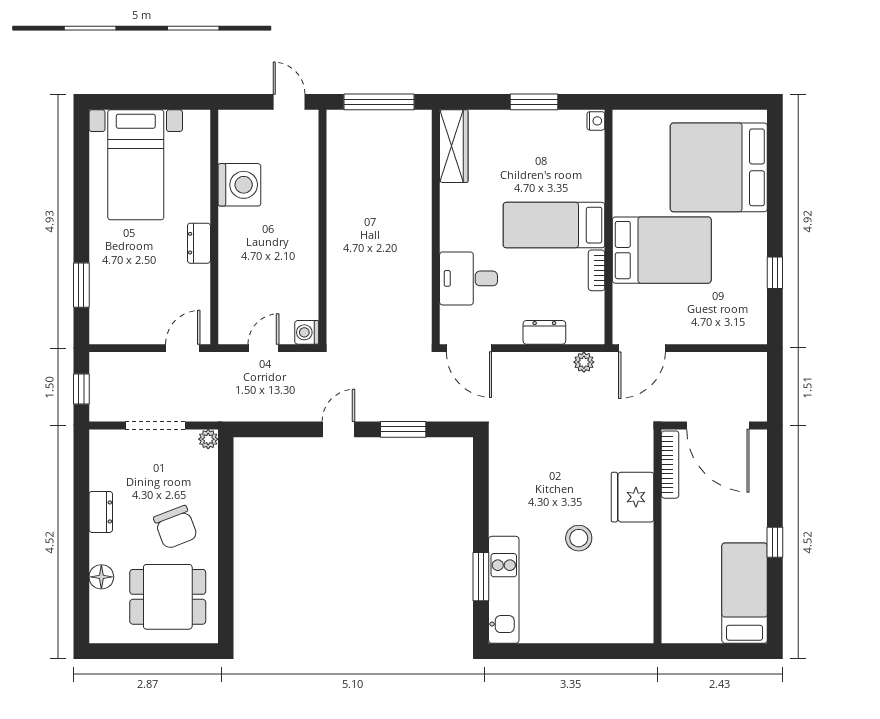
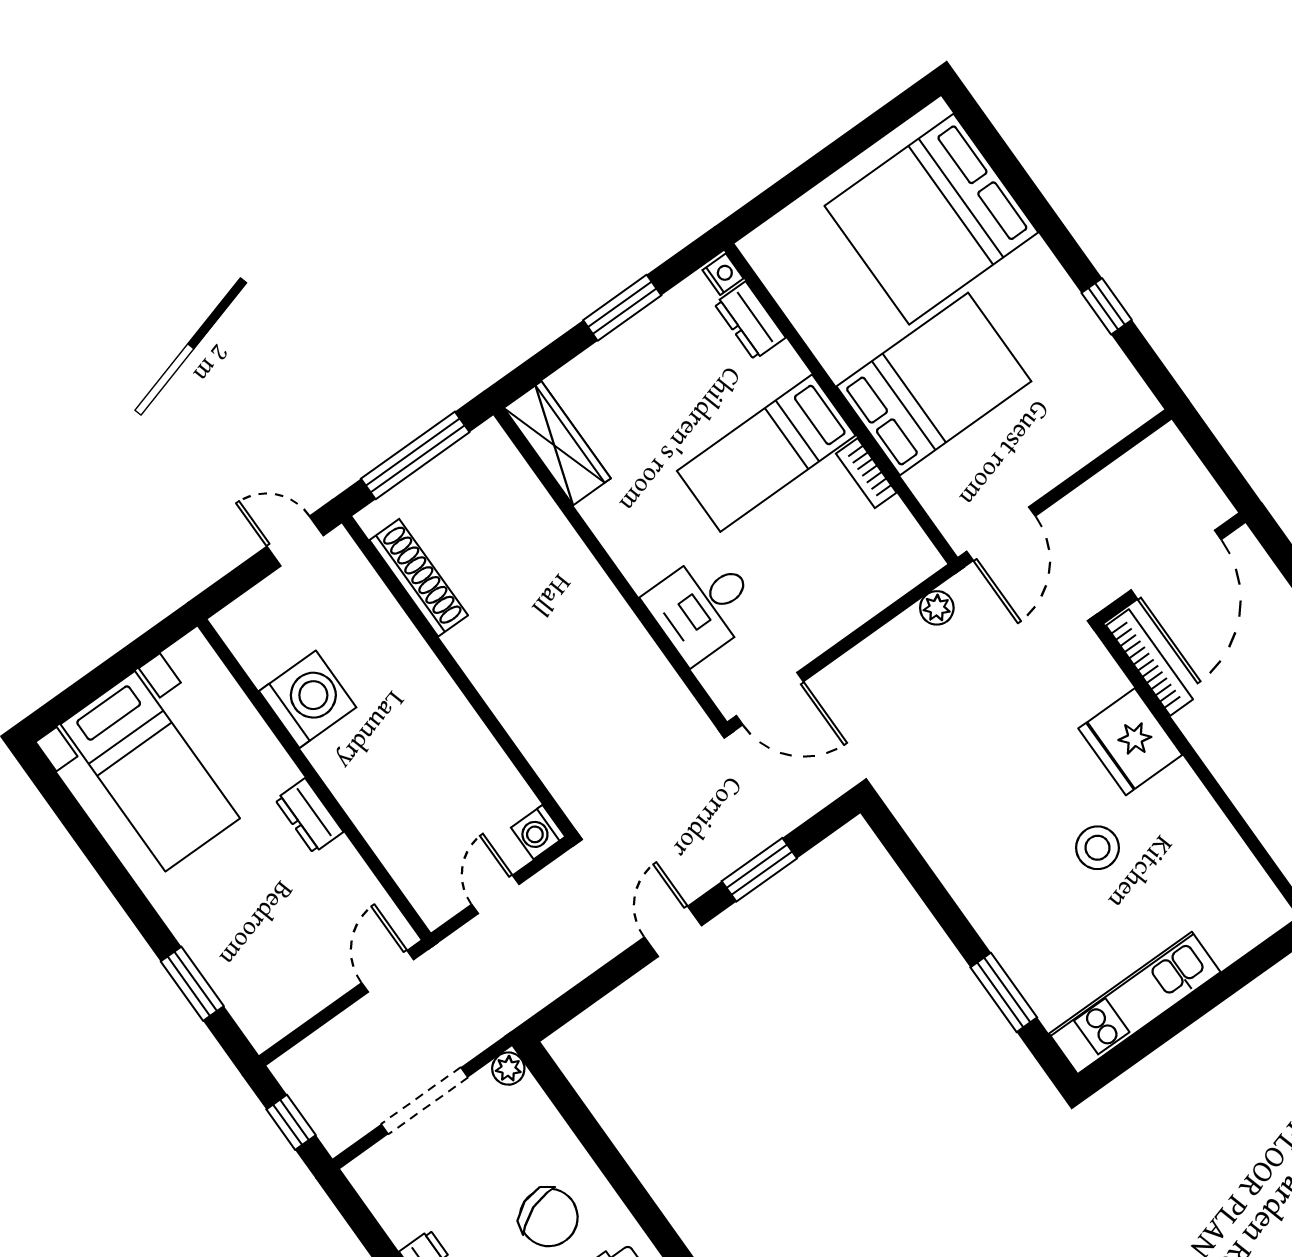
shoe rack: (337, 164) -> (419, 578), added
dresser: (544, 332) -> (750, 321), moved, turned -90
door: (718, 425) -> (1176, 565), hinge flipped
kitchen unit: (504, 590) -> (1135, 1003), moved, turned -90

